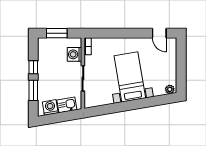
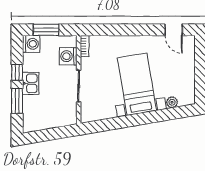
plant: (170, 89) -> (172, 102), moved
kitchen sink: (67, 105) -> (31, 83), moved, turned 100
washing machine: (50, 107) -> (31, 44), moved, turned 100

